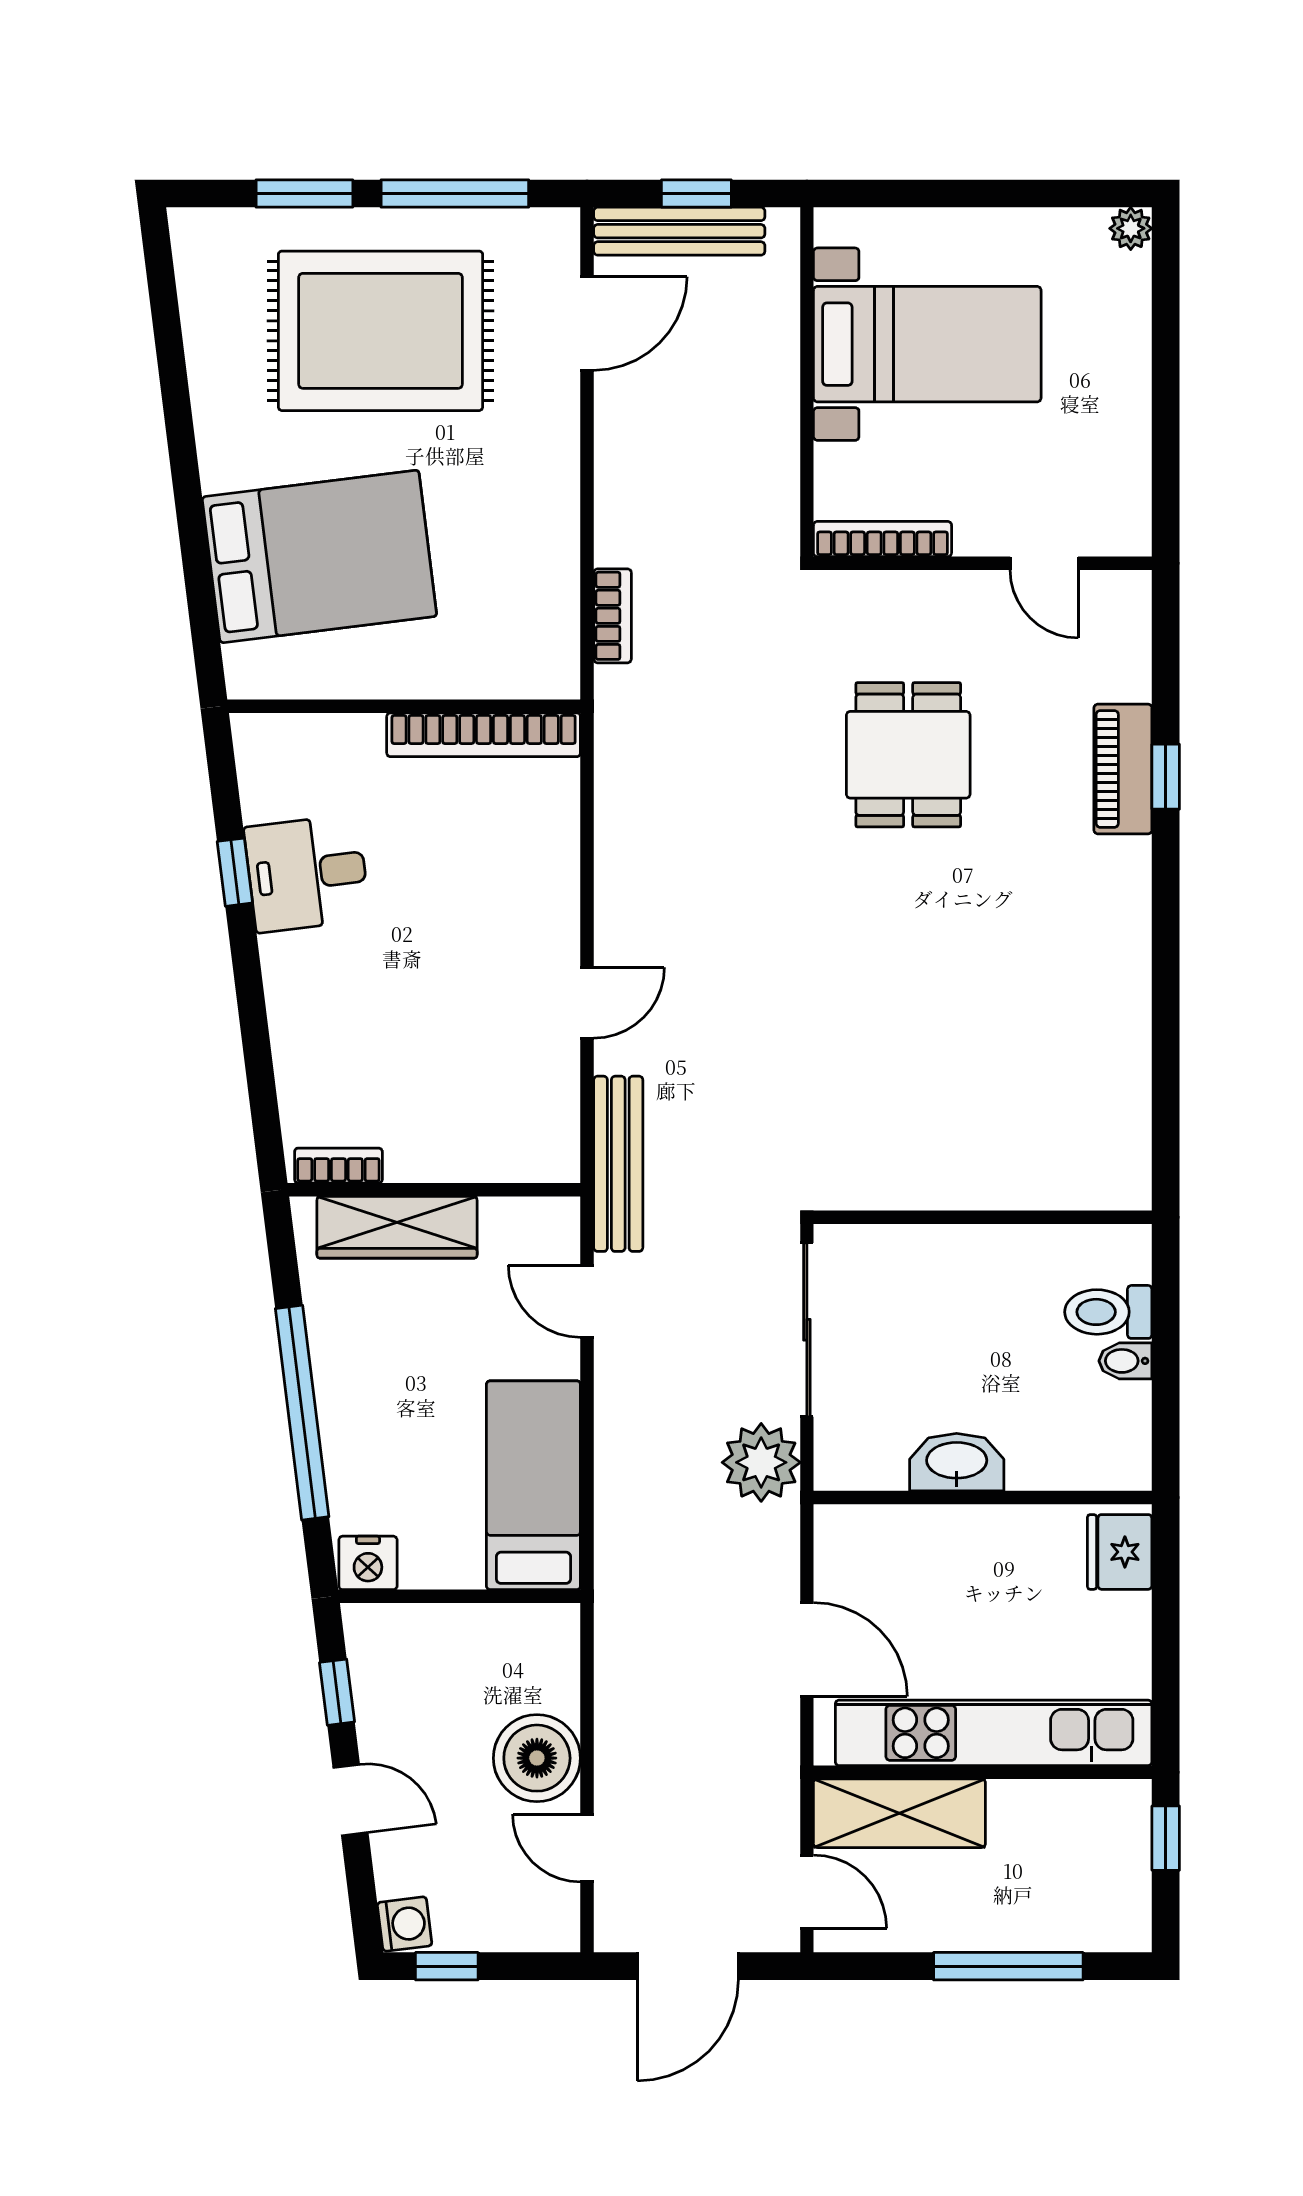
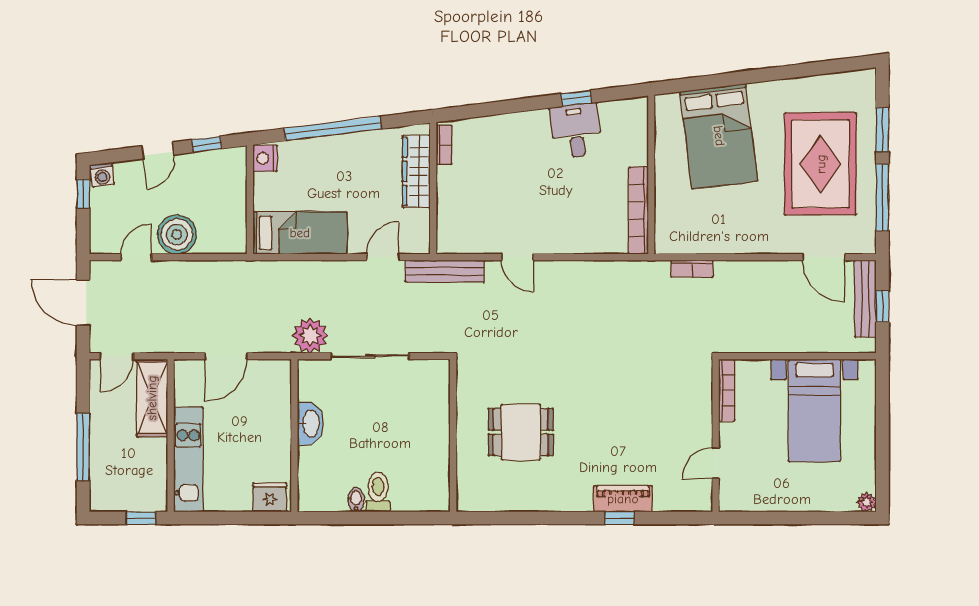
dining table: (908, 755) -> (521, 432), moved
wall: (983, 1217) -> (453, 435), moved
kitchen unit: (994, 1733) -> (188, 459), width x0.73

